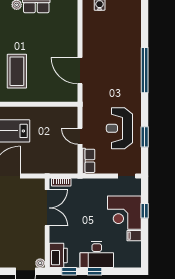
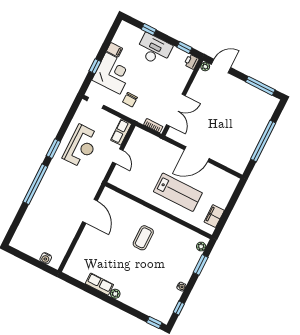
coffee table: (17, 71) -> (143, 238), width x0.73, depth x0.76
window: (145, 137) -> (53, 149), moved
chair: (96, 196) -> (130, 100), added
double door: (47, 208) -> (176, 110), swing flipped
printer: (58, 255) -> (191, 62), width x0.53, depth x0.68
window: (95, 271) -> (149, 29), moved

